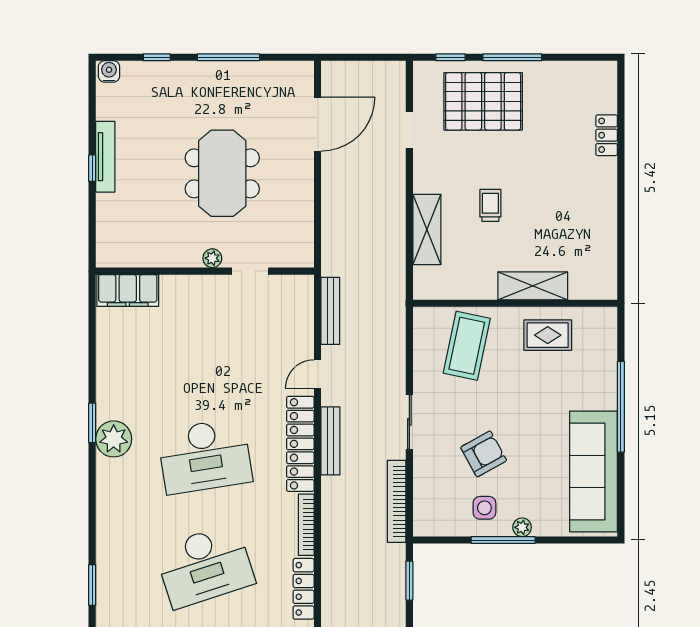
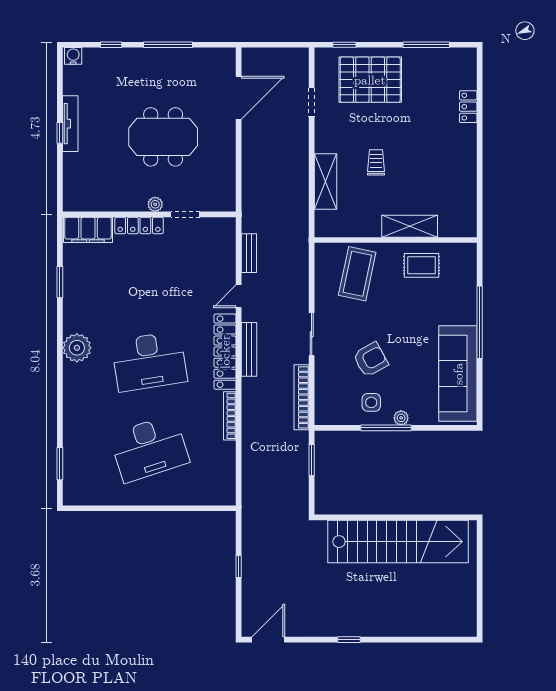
window: (512, 57) -> (426, 45), moved
meeting table: (222, 173) -> (163, 137), turned 90
bench: (330, 311) -> (249, 253), width x0.73
window: (92, 423) -> (60, 282), moved
locker: (304, 589) -> (139, 226), moved, turned -90

